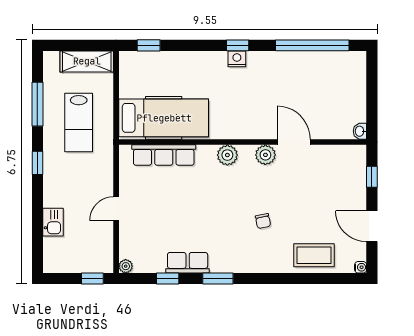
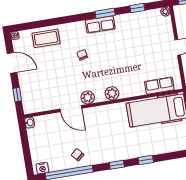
window: (149, 45) -> (146, 160), moved
nightstand: (237, 59) -> (42, 168), moved
chair: (295, 70) -> (77, 155), added
row of seats: (164, 155) -> (159, 86), width x0.68
row of seats: (188, 263) -> (100, 25), moved

